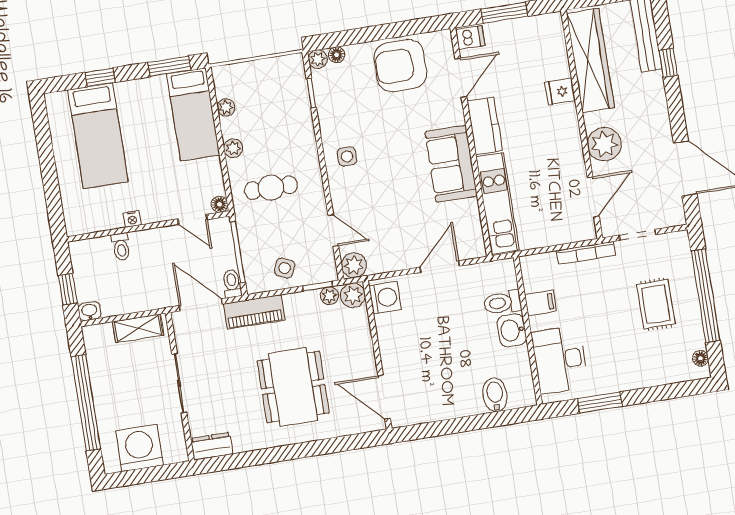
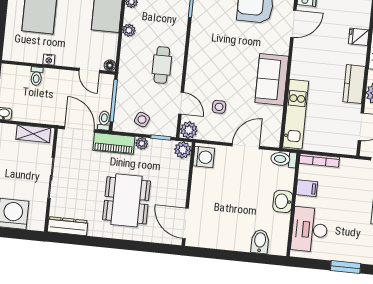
fridge: (560, 91) -> (359, 37), moved
kitchen counter: (485, 126) -> (354, 84), moved, turned 180
side table: (347, 156) -> (219, 107), moved
cafe table: (271, 188) -> (162, 65), moved, turned 90
bookcase: (586, 253) -> (319, 160), moved
plant: (329, 296) -> (142, 143), moved
toilet: (502, 303) -> (284, 159), moved
window: (600, 403) -> (345, 267), moved
dresser: (212, 446) -> (68, 226), width x1.44

